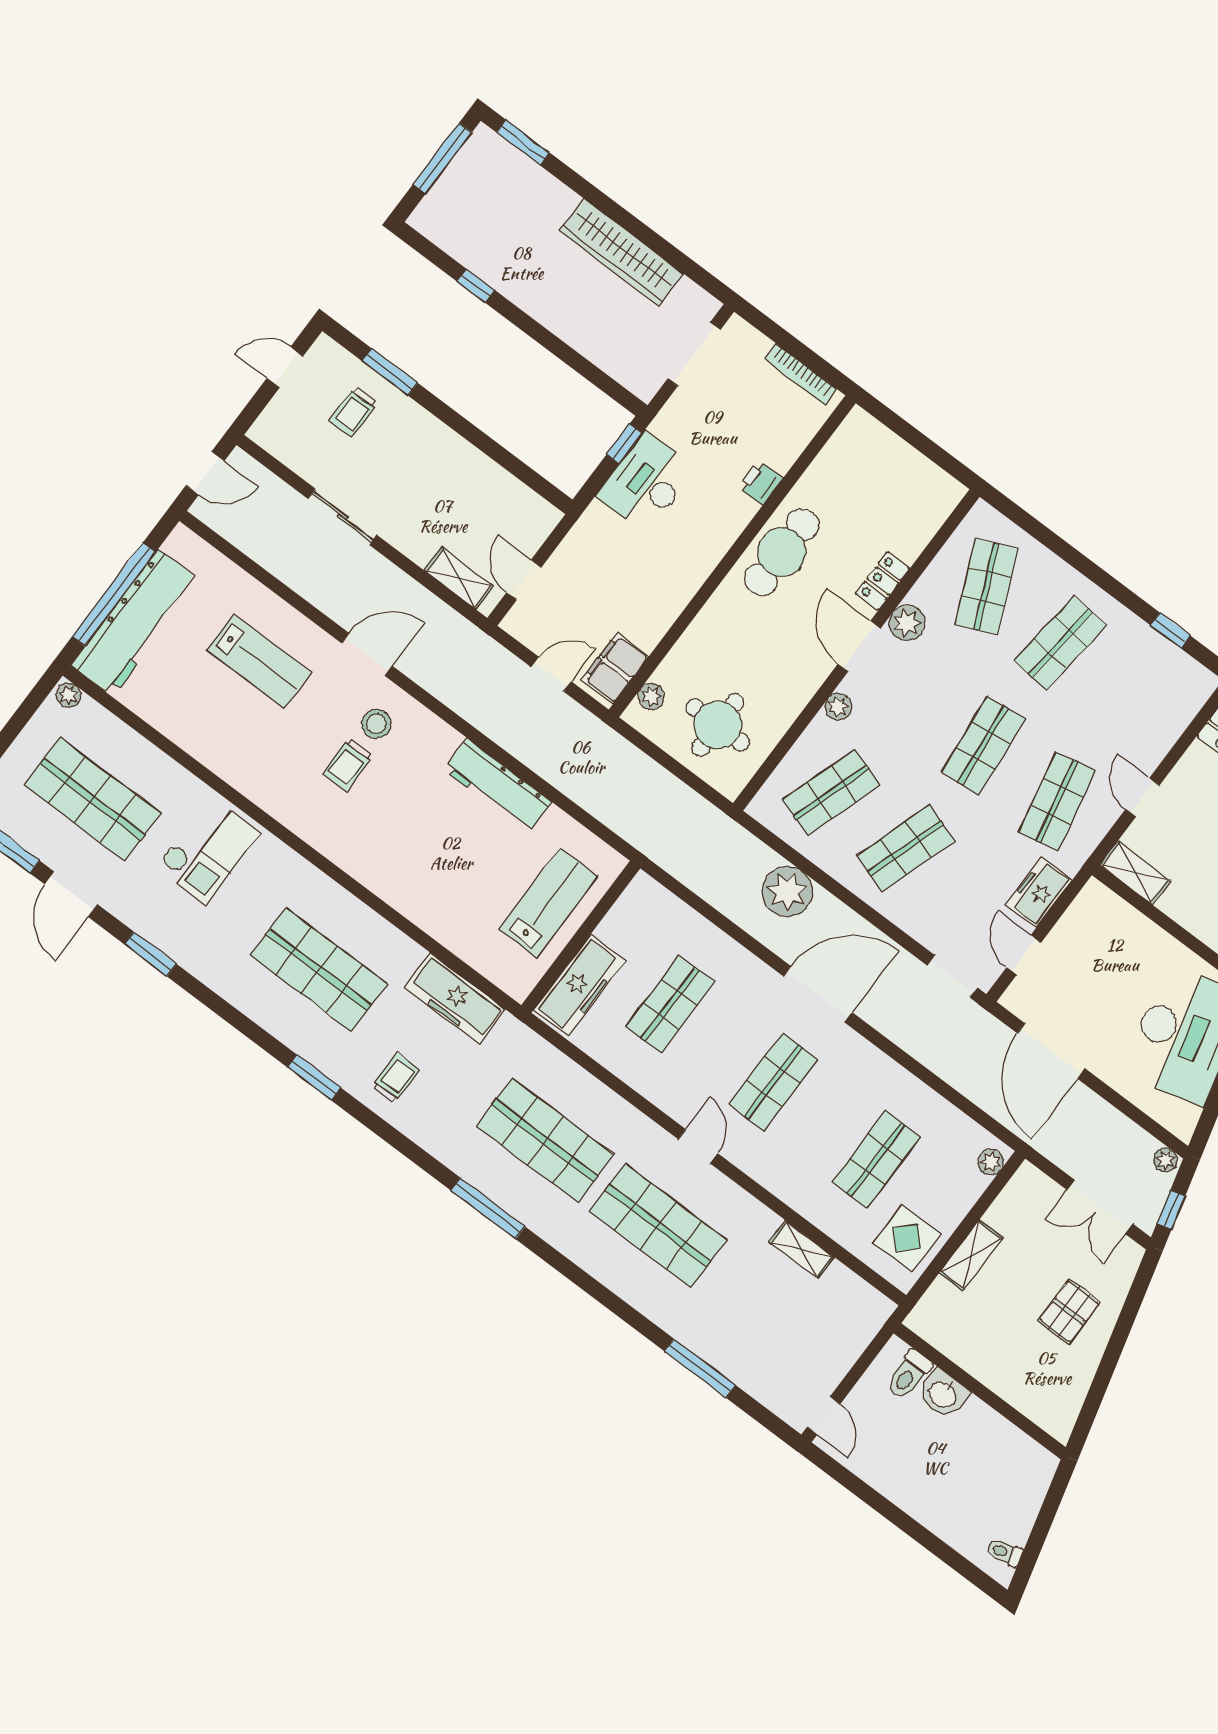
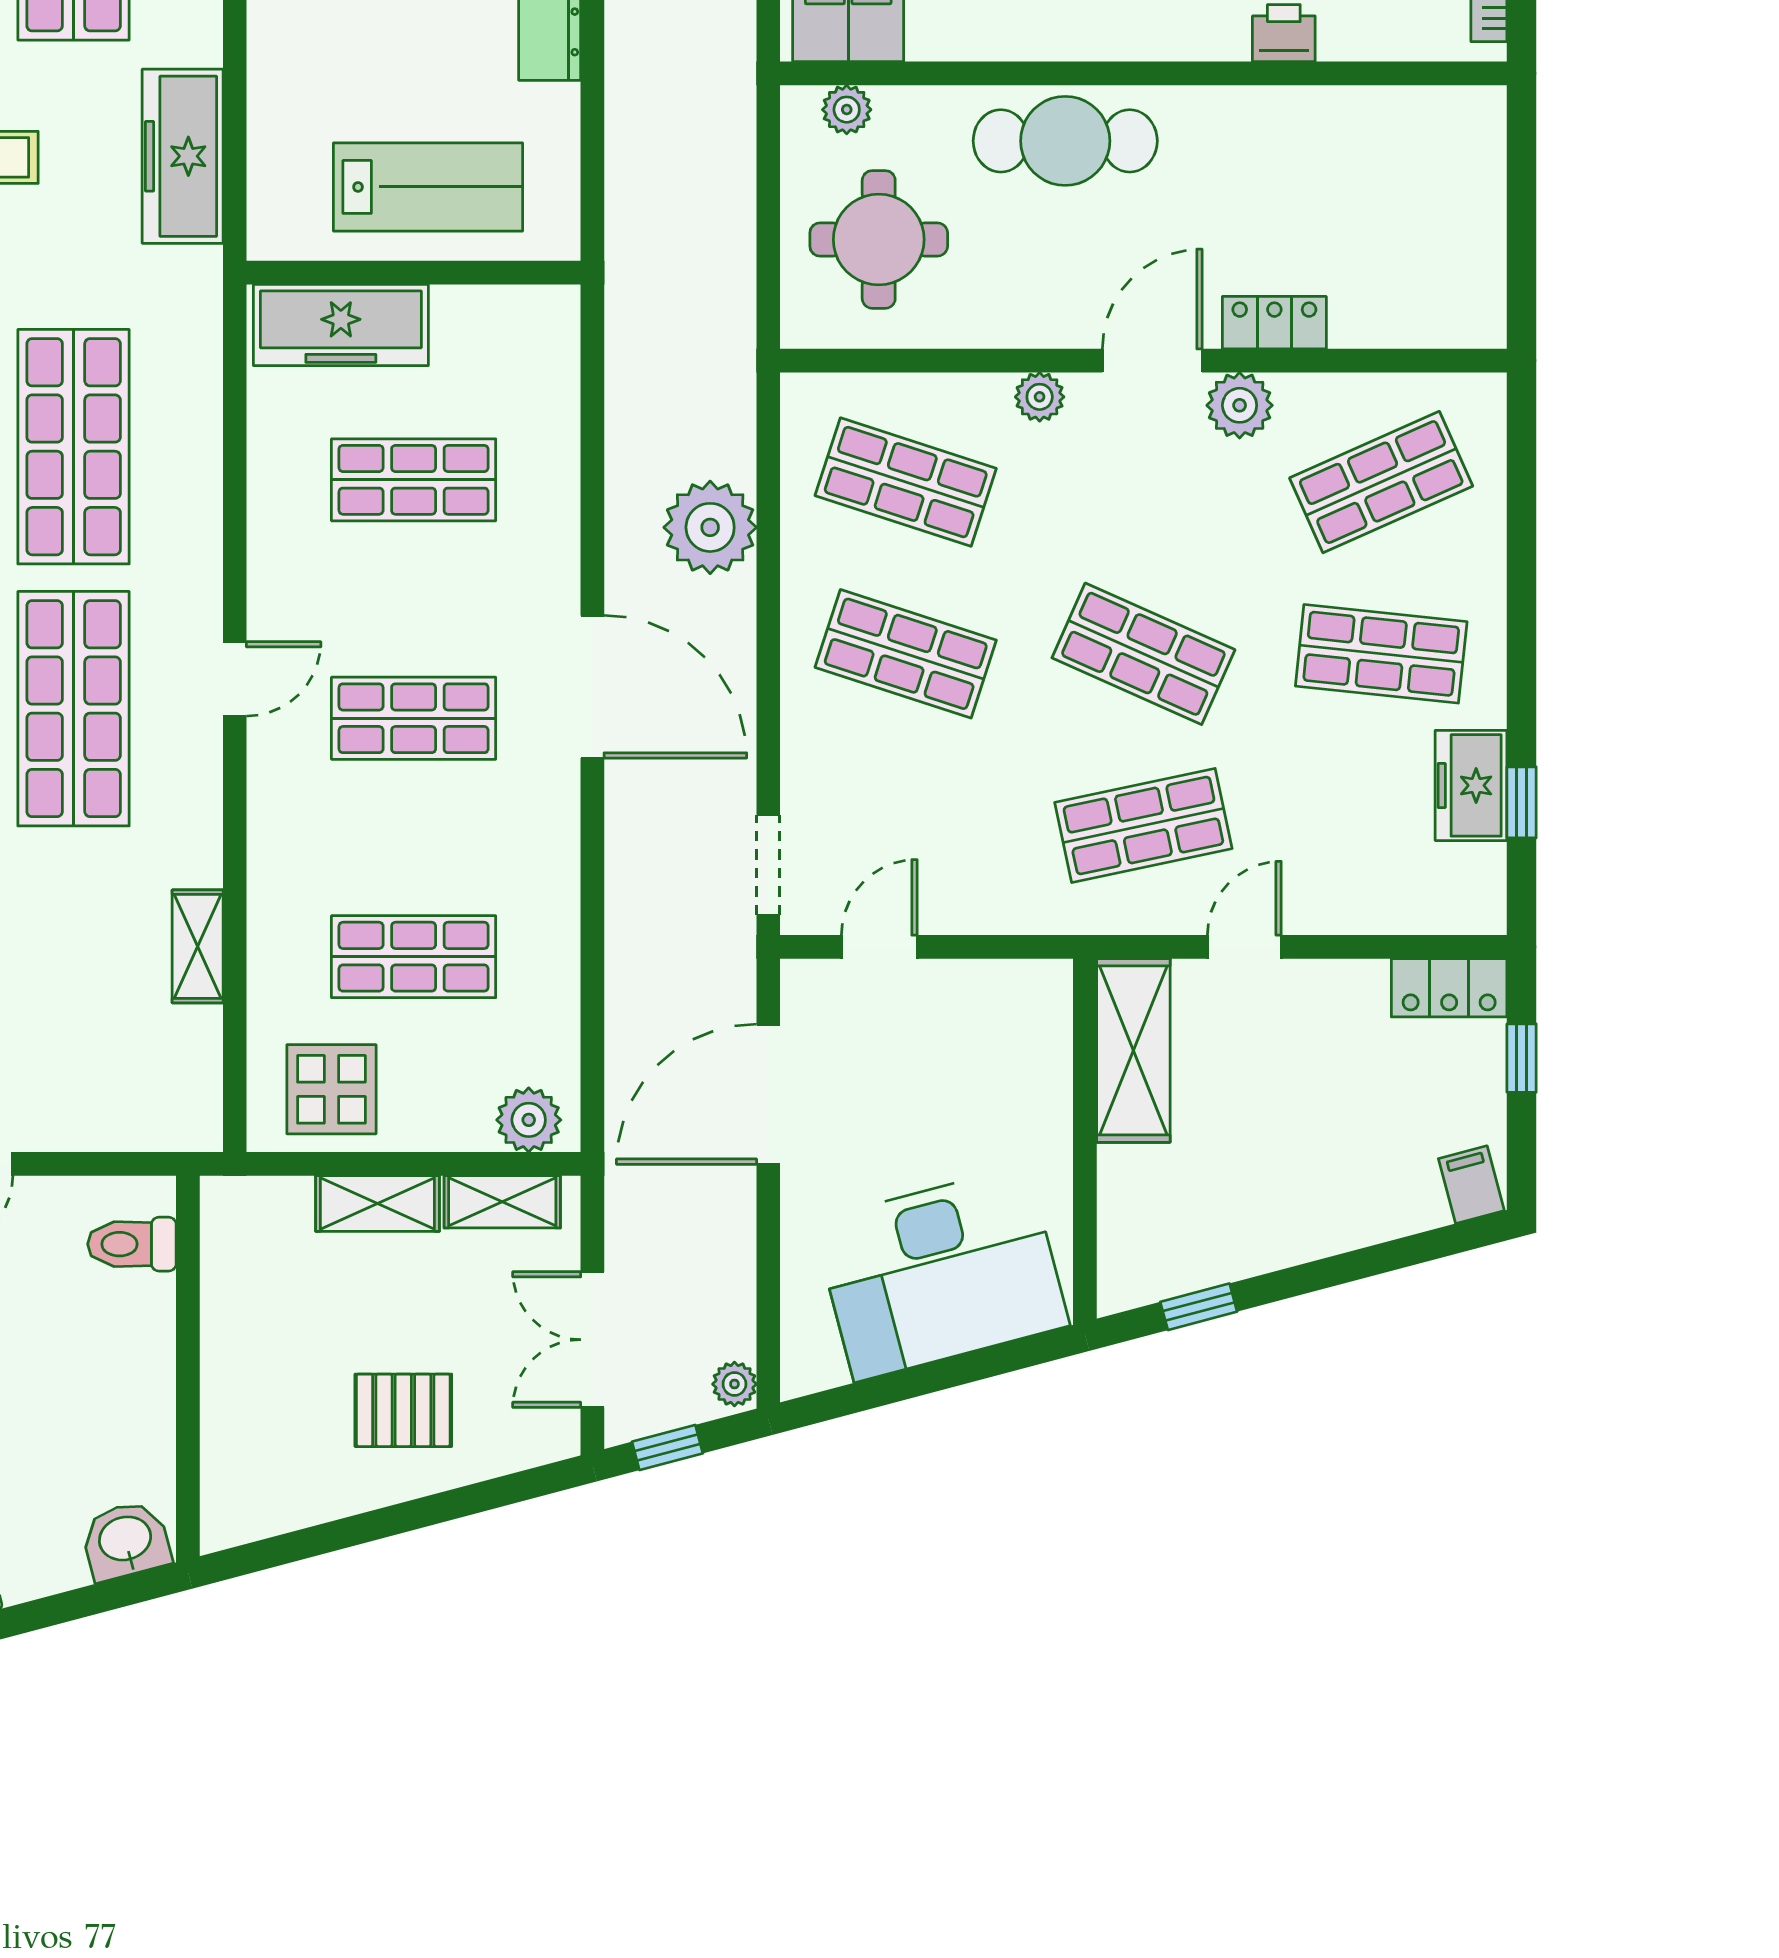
cafe table: (782, 552) -> (1065, 141), moved
shop shelf: (983, 745) -> (1143, 654), turned 30
shelving: (1135, 873) -> (1133, 1050), width x1.50, depth x1.33
freezer: (1039, 892) -> (1471, 785), moved, turned -90
plant: (991, 1162) -> (529, 1120), width x1.38, depth x1.38
shelving: (1011, 1201) -> (502, 1202), added
washbasin: (943, 1394) -> (126, 1540), moved, turned 75

